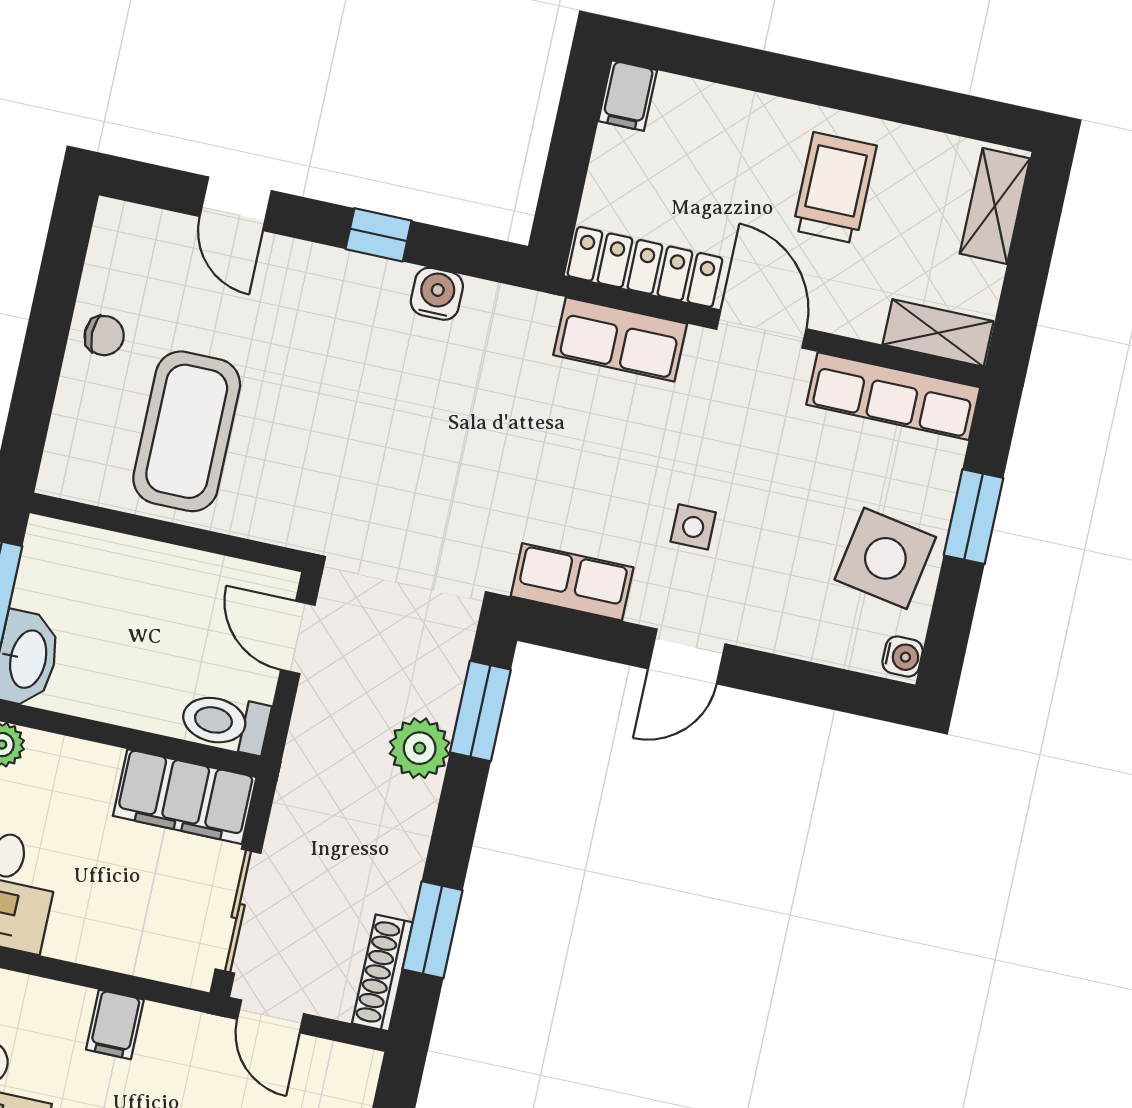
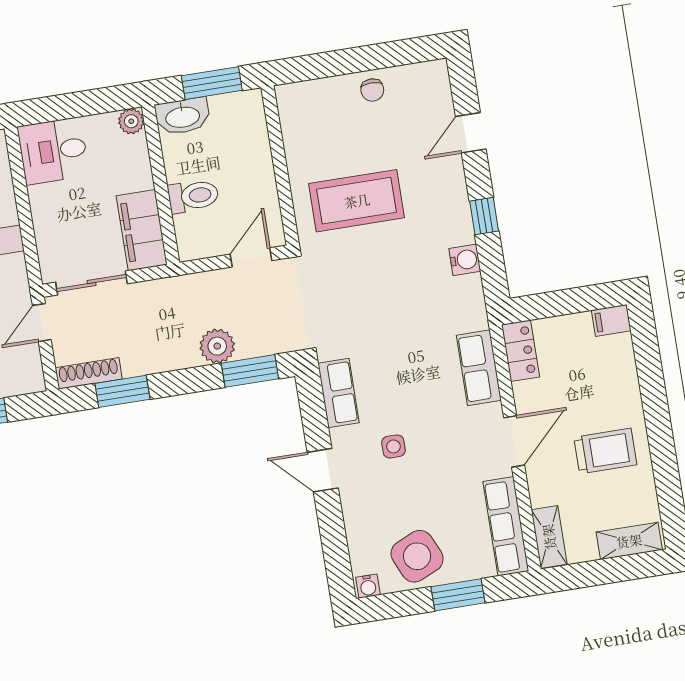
locker: (645, 267) -> (521, 351), width x0.66
coffee table: (187, 431) -> (357, 201), moved
side table: (885, 558) -> (417, 556), turned -34
toilet: (225, 722) -> (193, 196), moved, turned 90

